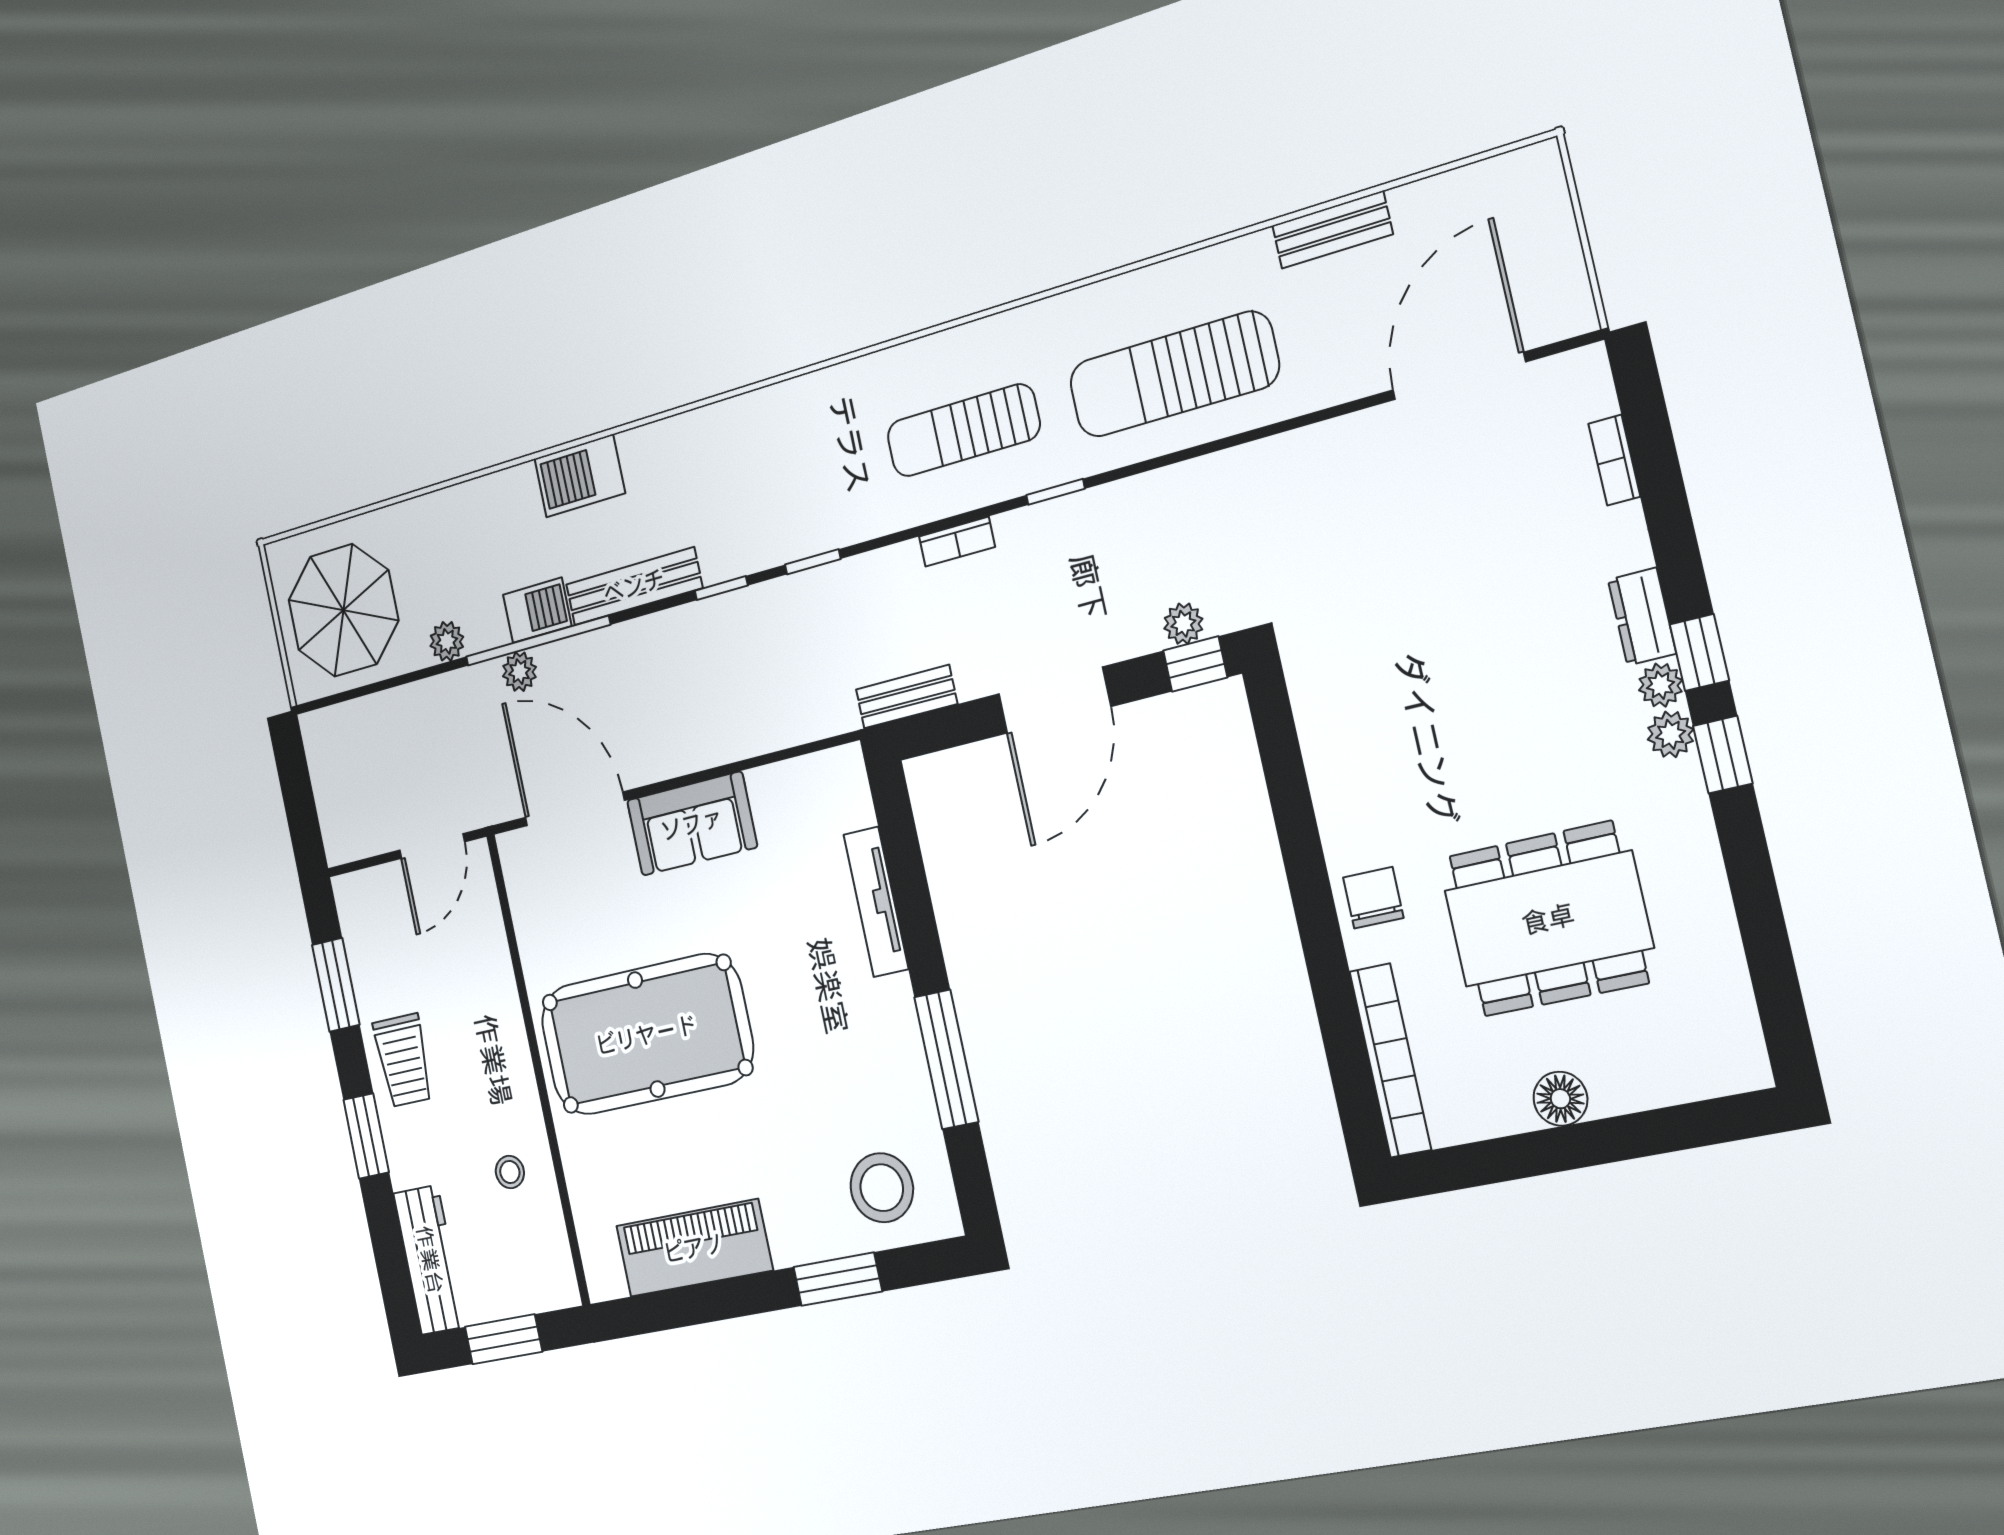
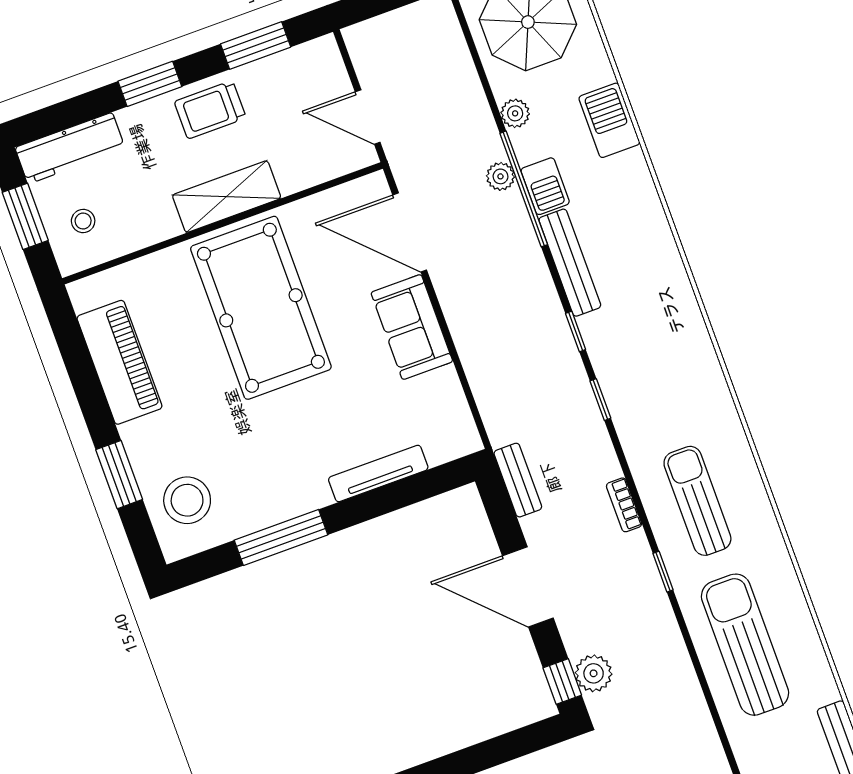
barbecue: (580, 476) -> (609, 120), moved
plant: (1183, 624) -> (594, 673), width x1.38, depth x1.38
door: (575, 809) -> (410, 232), swing flipped
shelving: (507, 1057) -> (227, 197), added
stool: (510, 1172) -> (83, 221), moved

